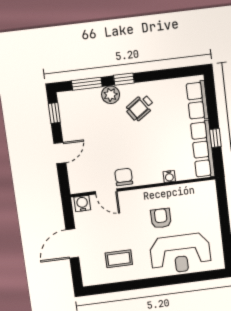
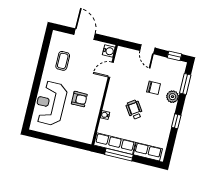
window: (124, 79) -> (176, 121), moved
wheelchair: (140, 108) -> (134, 110), moved
window: (215, 138) -> (119, 155), width x2.17
chair: (124, 177) -> (154, 88), moved

